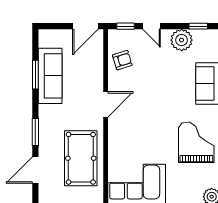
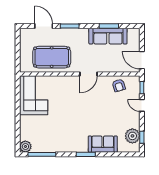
door: (152, 26) -> (142, 105), hinge flipped
plant: (182, 40) -> (132, 136), moved
door: (106, 104) -> (88, 74), hinge flipped
grand piano: (196, 142) -> (63, 136), removed

